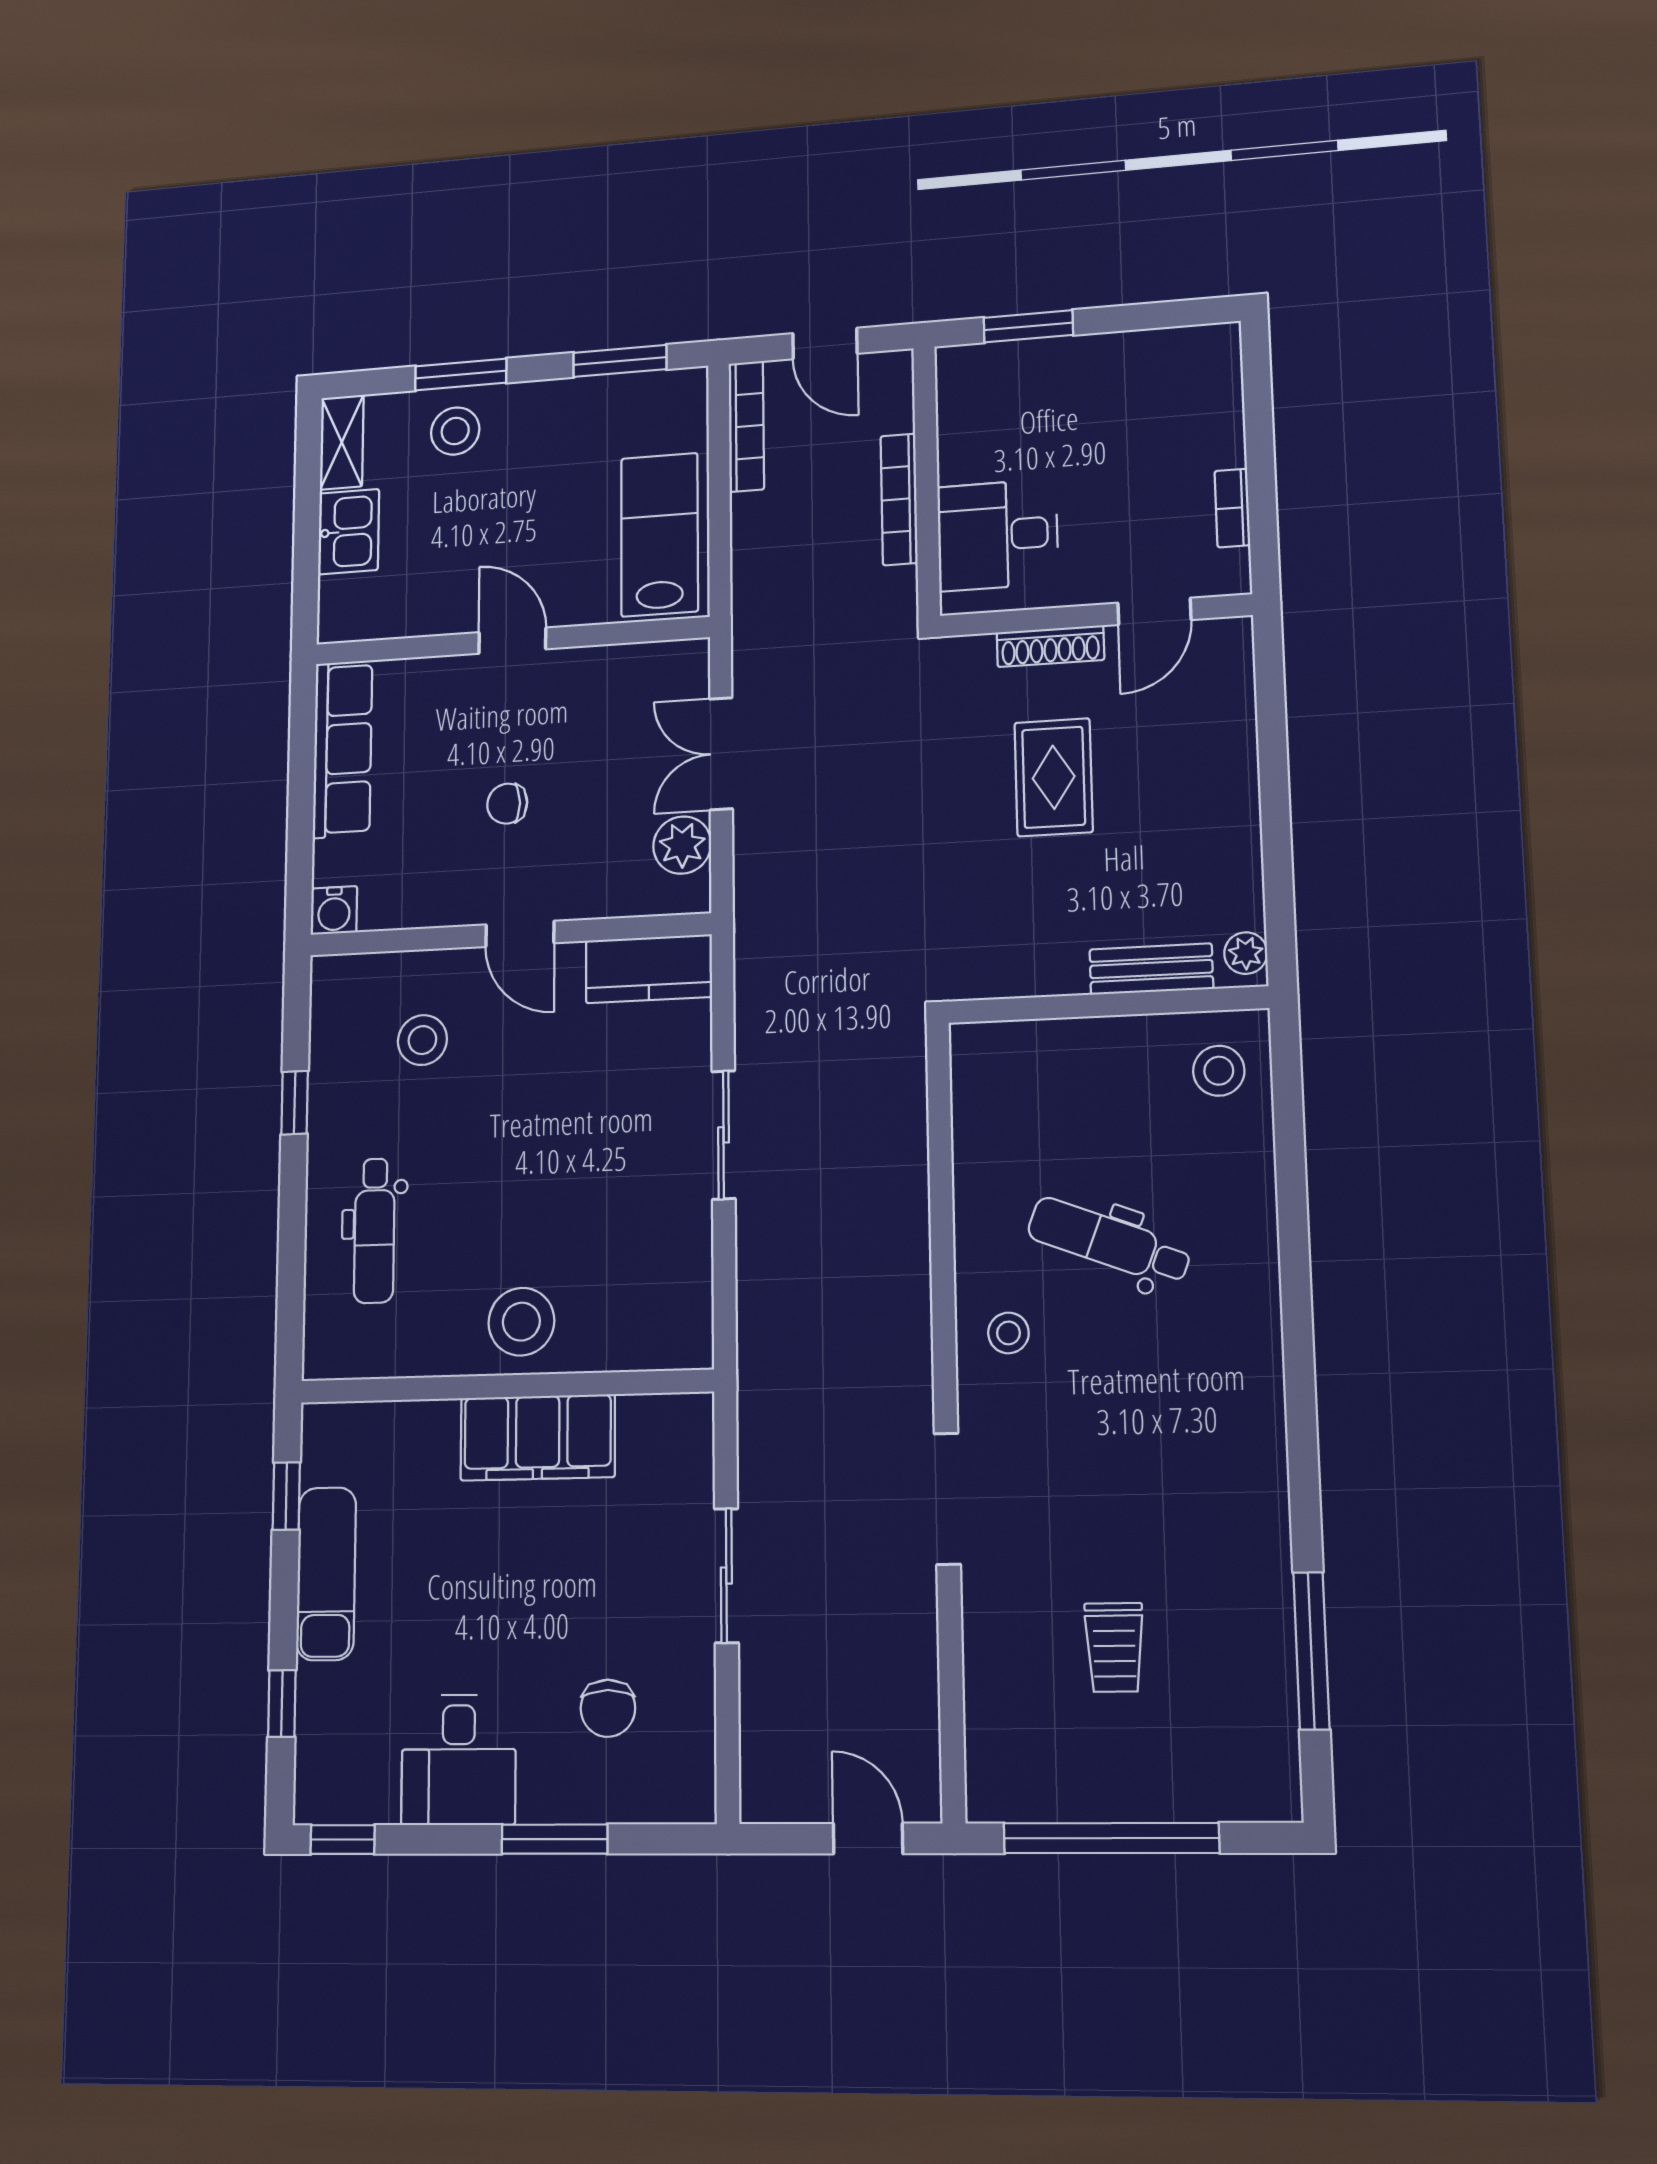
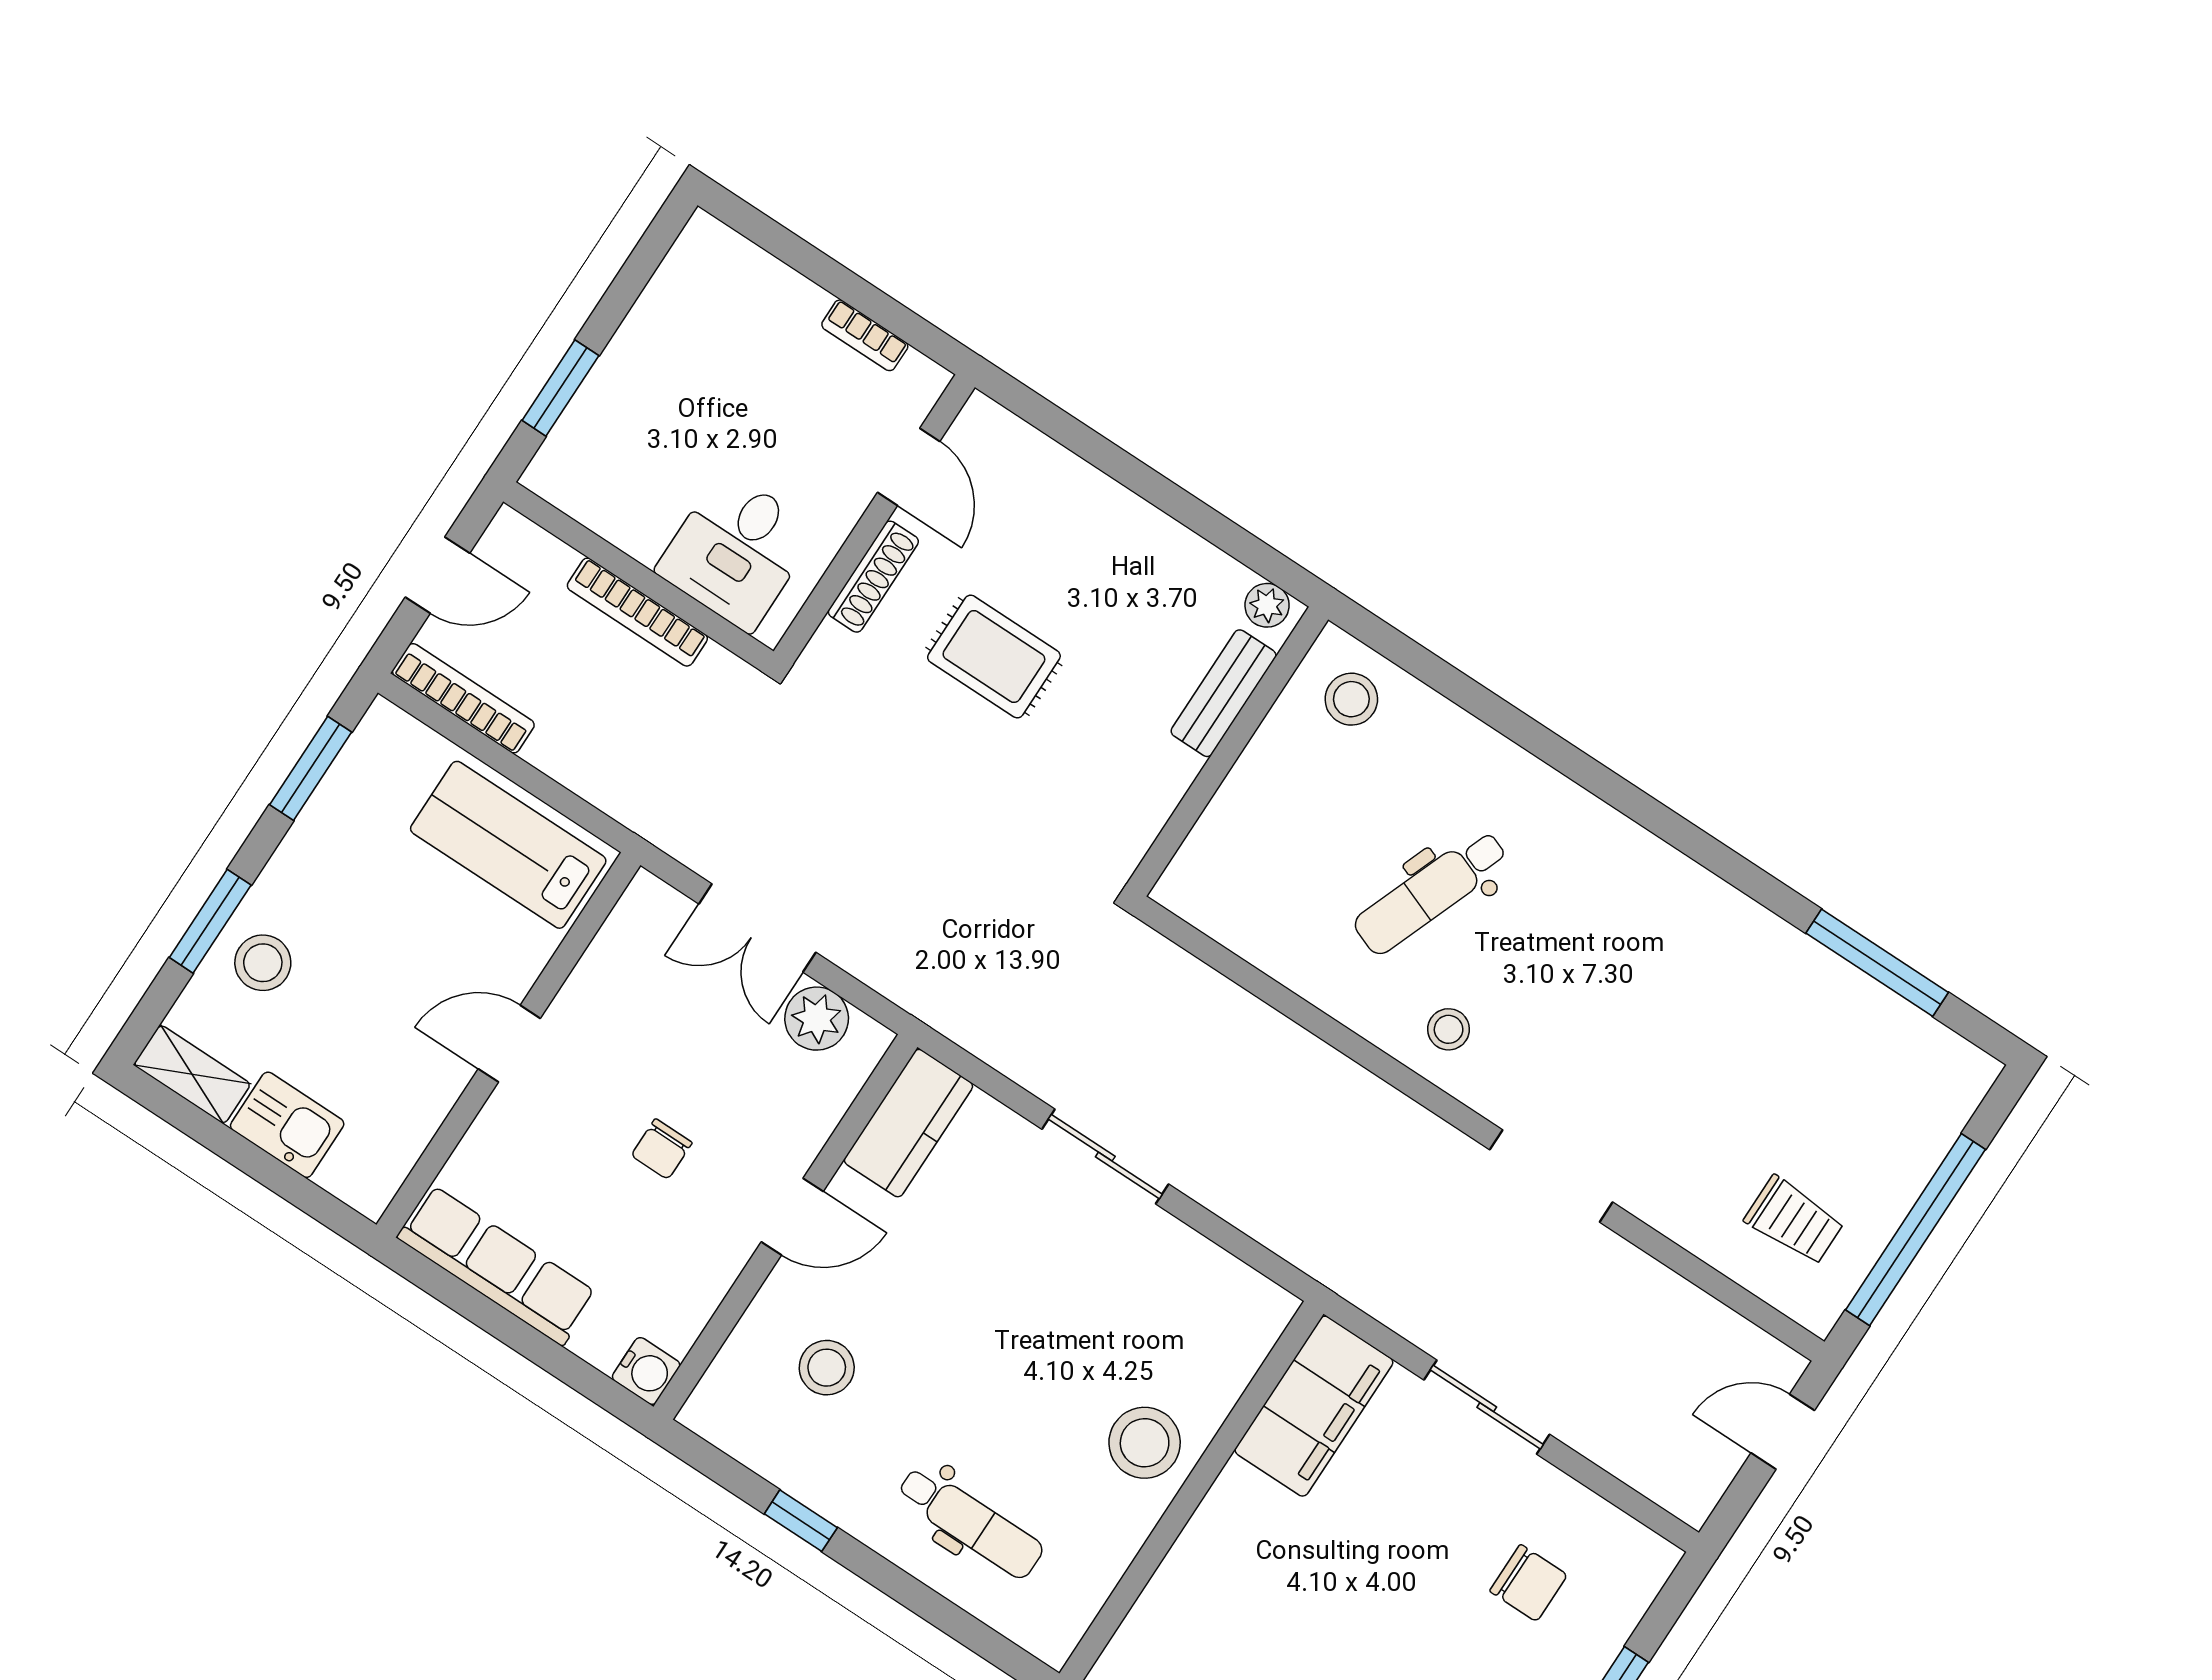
filing cabinet: (538, 1437) -> (1314, 1406), moved
trolley: (1114, 1647) -> (1794, 1221), moved

